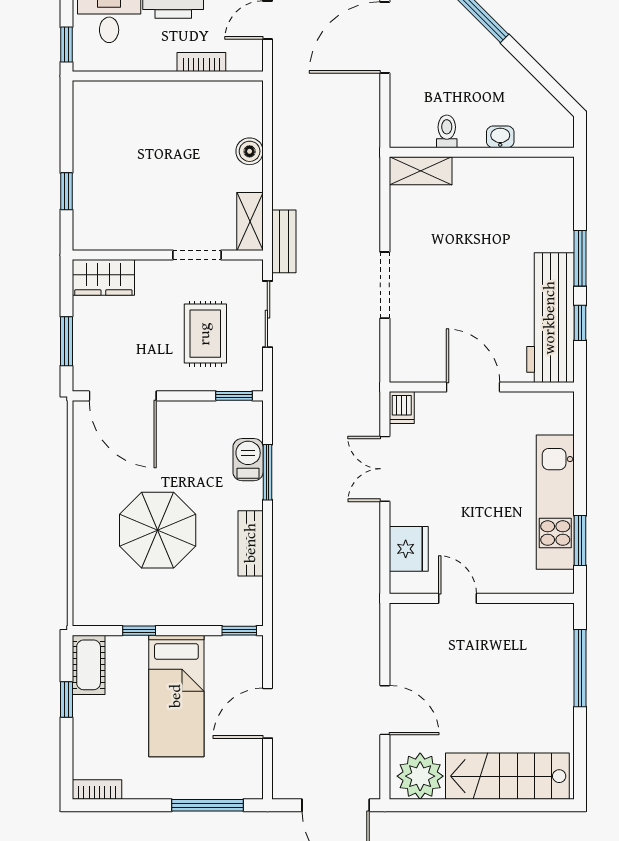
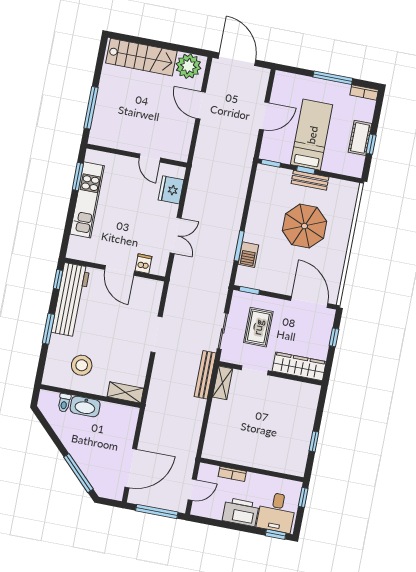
toilet: (447, 131) -> (64, 403), moved
washbasin: (500, 137) -> (85, 406), width x1.91, depth x1.45
boiler: (250, 151) -> (216, 421), removed
window: (66, 191) -> (314, 441), moved
stool: (508, 204) -> (82, 365), added
bench: (284, 241) -> (205, 375), width x1.36
wardrobe: (103, 277) -> (299, 366), width x1.50
window: (580, 323) -> (58, 279), moved
window: (66, 341) -> (334, 337), width x0.67
dishwasher: (402, 408) -> (144, 264), moved
bench: (251, 543) -> (310, 180), moved, turned 90
window: (139, 631) -> (306, 170), moved
cot: (89, 665) -> (360, 138), moved
window: (207, 805) -> (333, 78), moved

